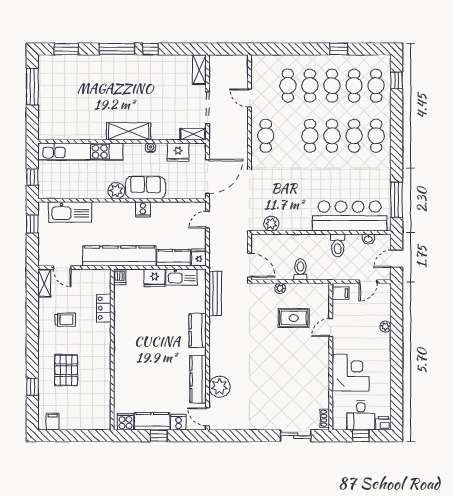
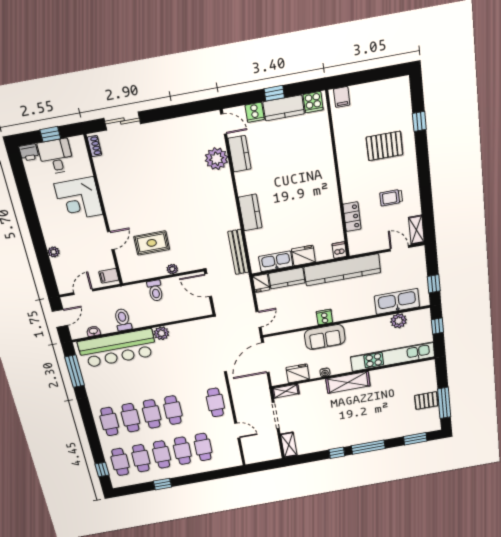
pallet: (51, 93) -> (426, 401), added
plant: (116, 191) -> (399, 321), moved
plant: (271, 224) -> (161, 333), moved
pallet: (66, 370) -> (384, 146), turned 90
kitchen counter: (198, 379) -> (239, 154), width x0.67
filing cabinet: (53, 422) -> (342, 97), moved

